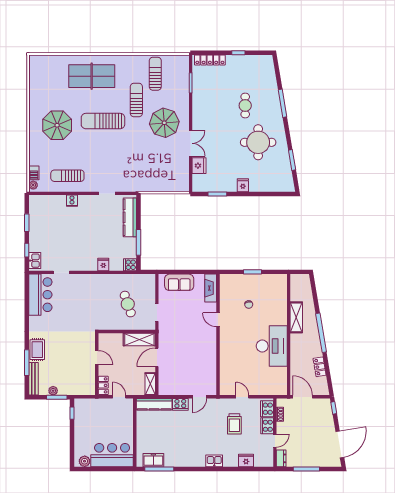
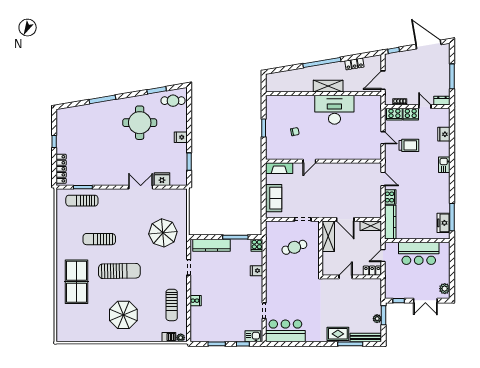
sun lounger: (155, 74) -> (82, 201), moved
cafe table: (245, 105) -> (173, 101), moved
sun lounger: (103, 121) -> (119, 271), turned -91
parasol: (164, 123) -> (163, 233), moved
shelving: (296, 317) -> (328, 86), moved
door: (242, 397) -> (383, 138), swing flipped
double door: (72, 441) -> (425, 301), added
bar counter: (112, 455) -> (419, 253), moved, turned -90

